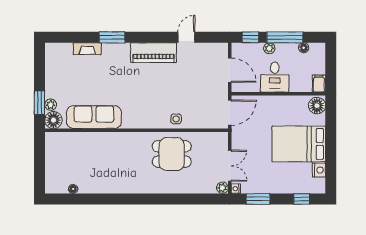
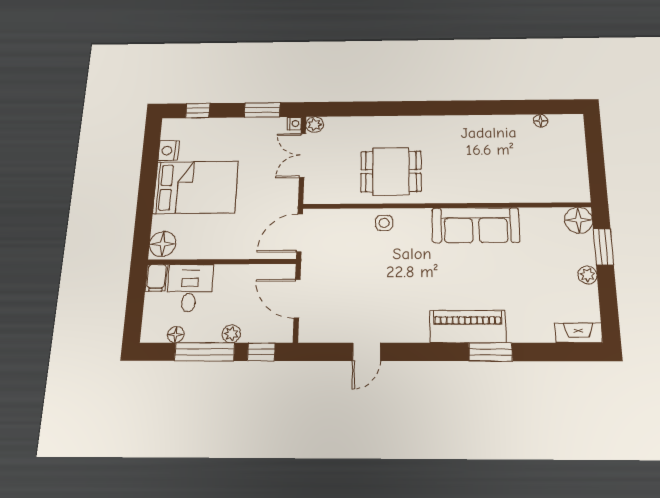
fireplace: (87, 49) -> (579, 333), moved
piano: (154, 53) -> (468, 327), moved
desk: (275, 77) -> (190, 288), moved
plant: (51, 105) -> (588, 275), moved
sofa: (94, 117) -> (476, 225), moved

